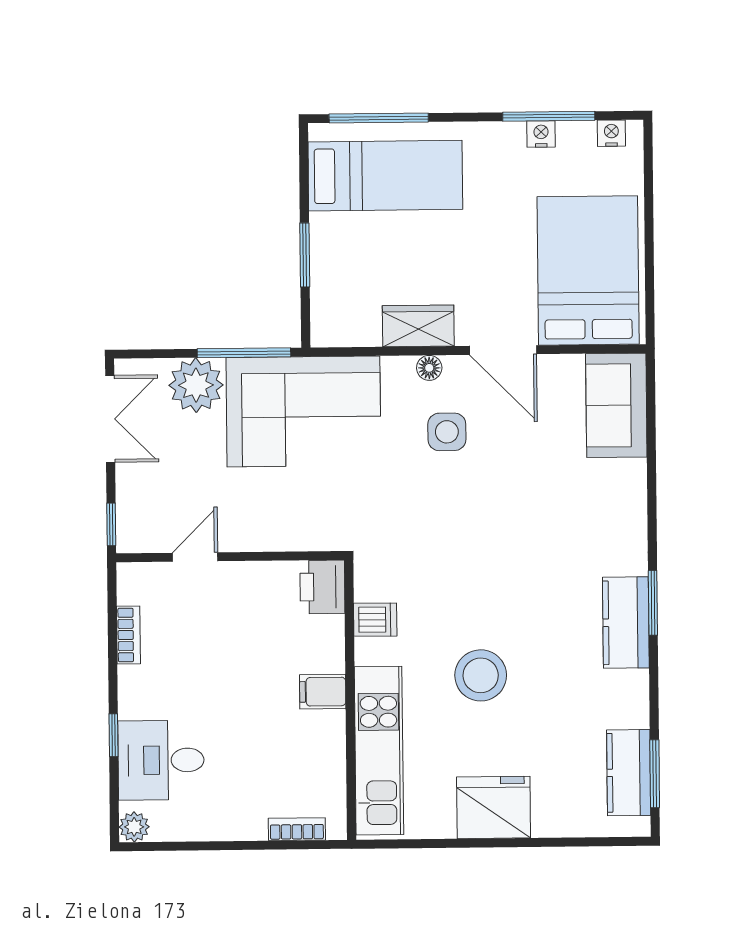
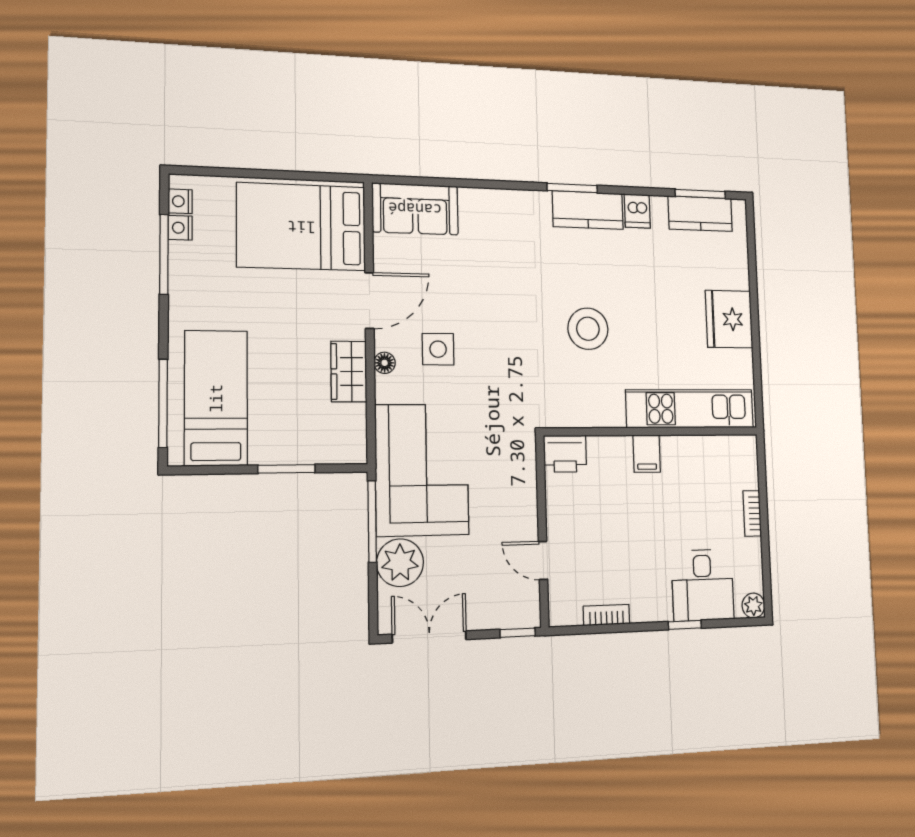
nightstand: (541, 134) -> (180, 228), moved
dishwasher: (375, 620) -> (637, 211), moved, turned 180
stool: (481, 675) -> (588, 329), moved
bookcase: (297, 829) -> (752, 513), moved

